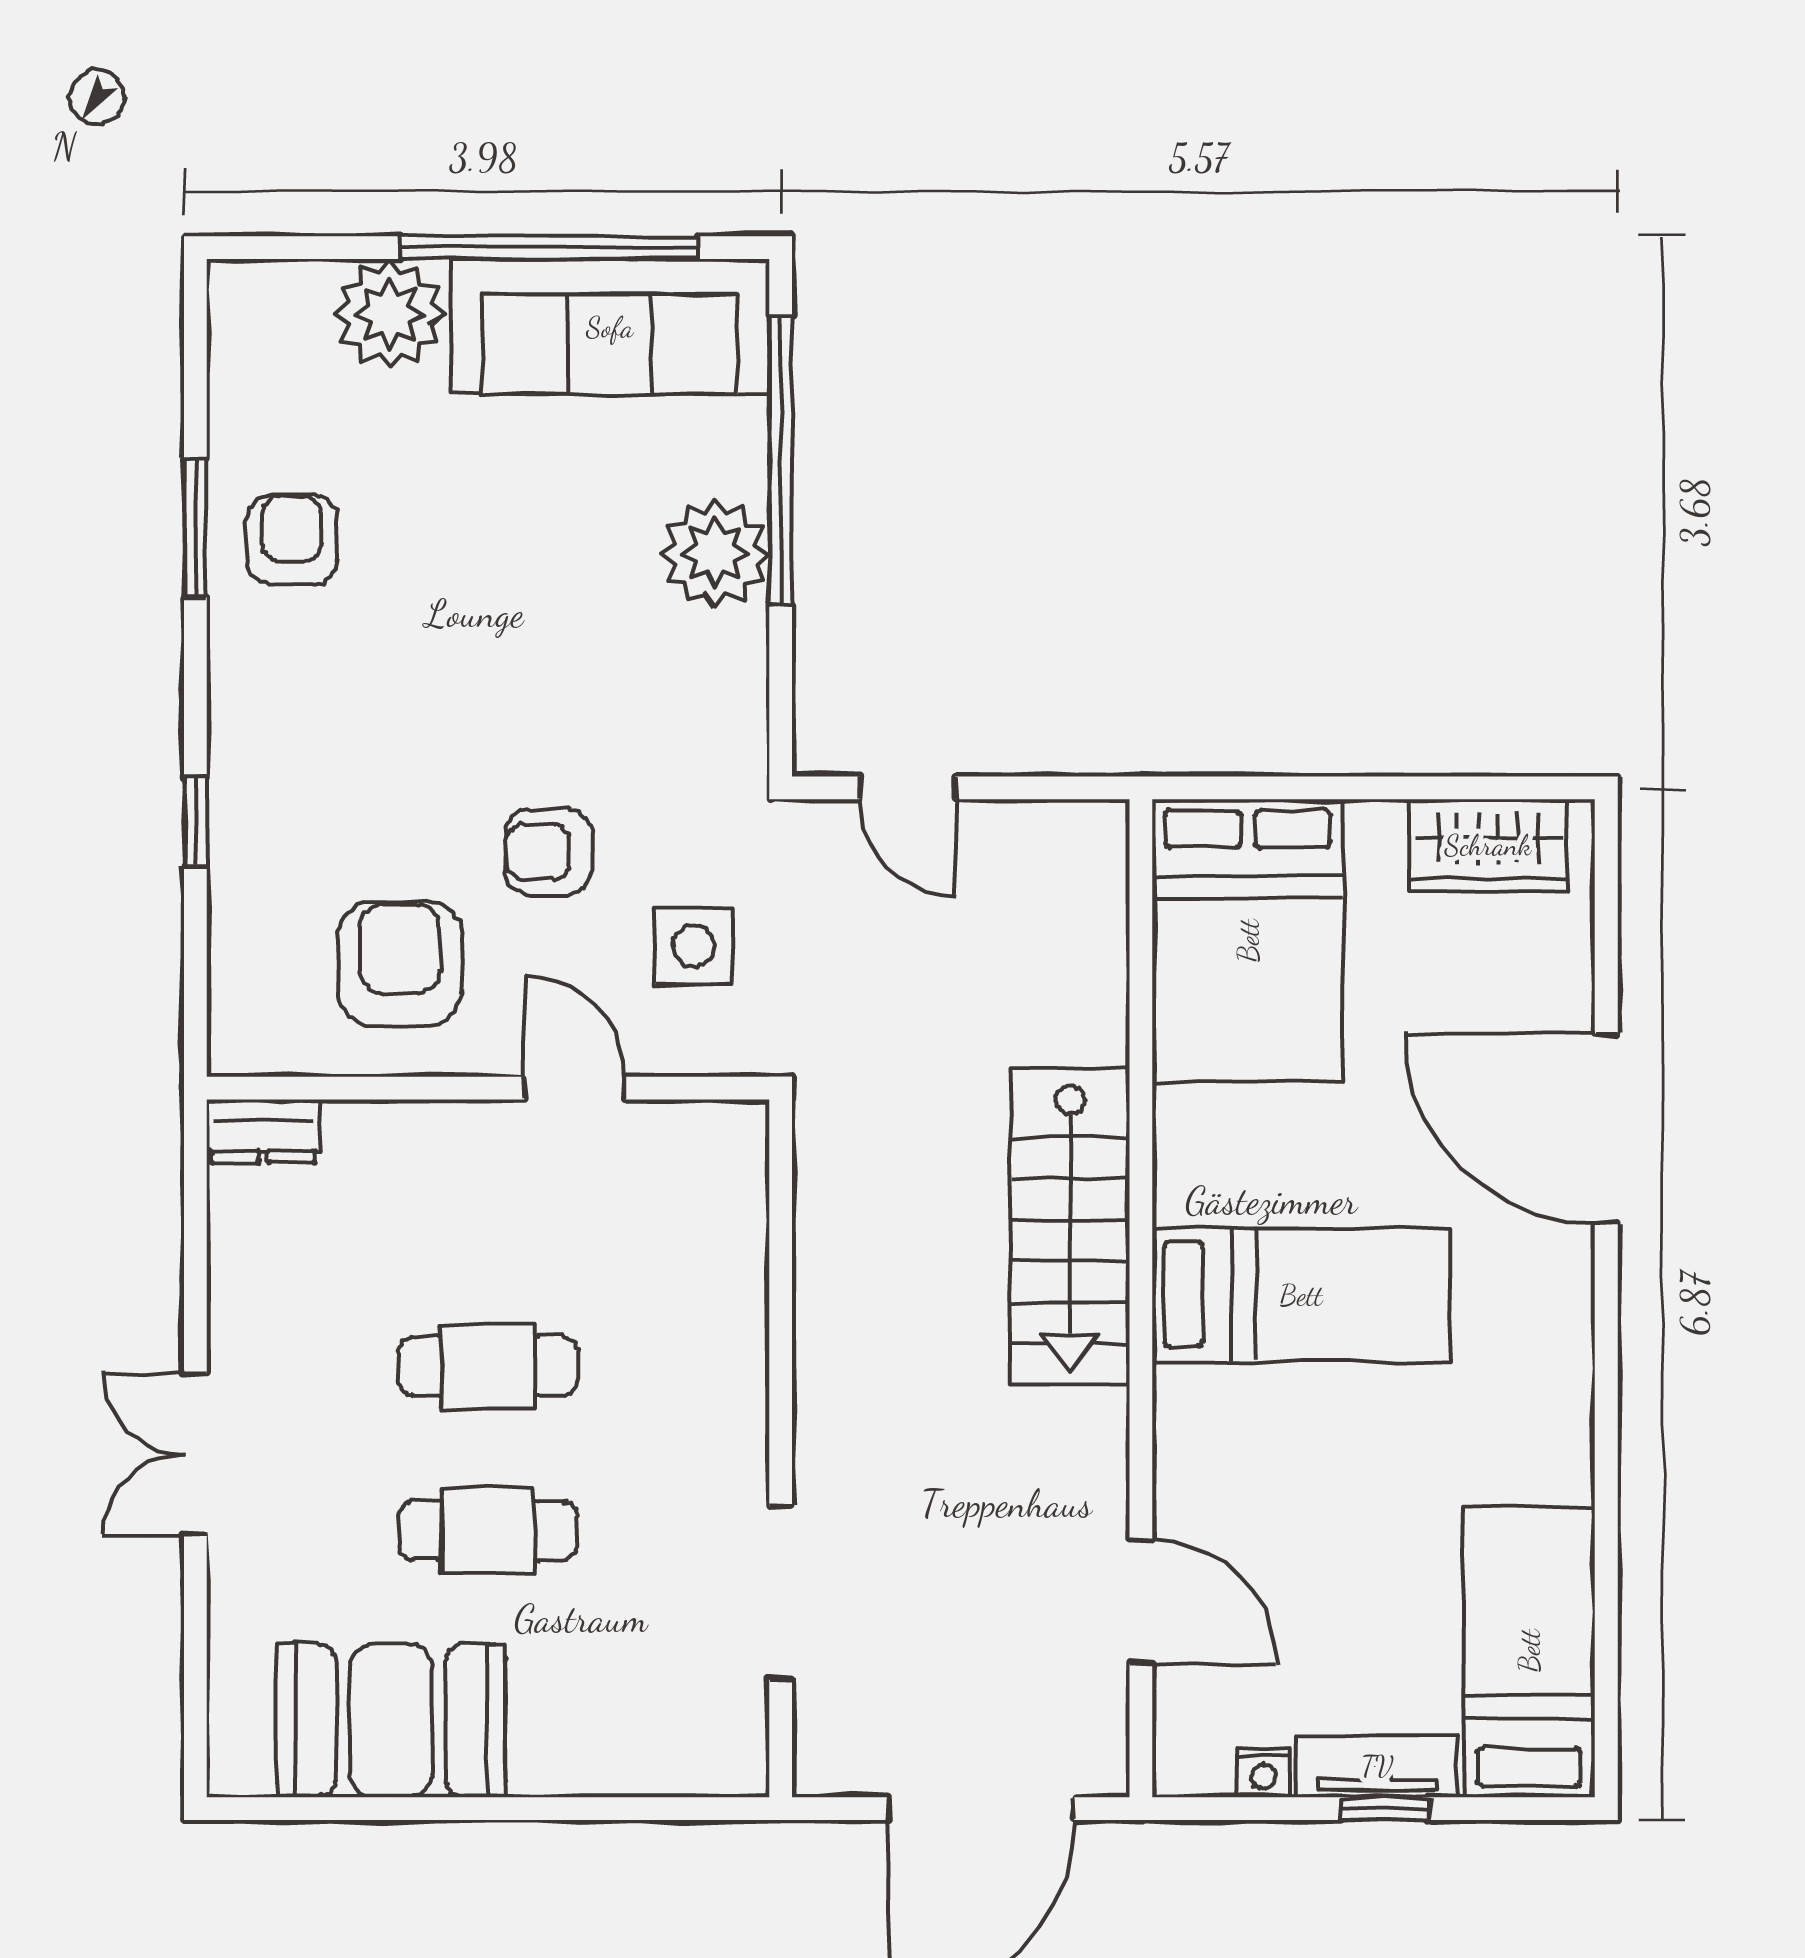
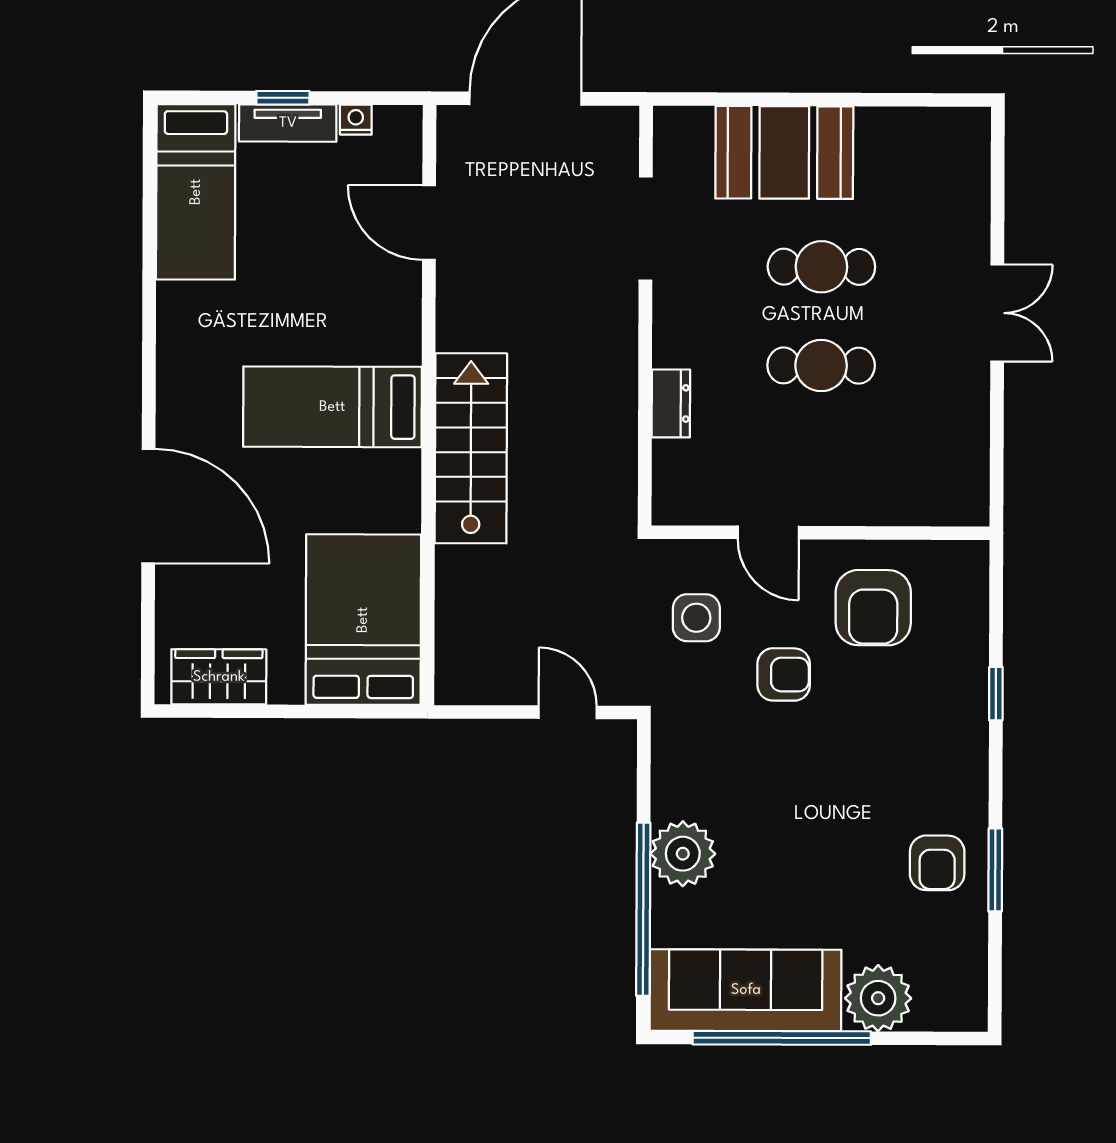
dresser: (263, 1131) -> (671, 403), moved, turned 90
booth: (391, 1720) -> (784, 152), moved

